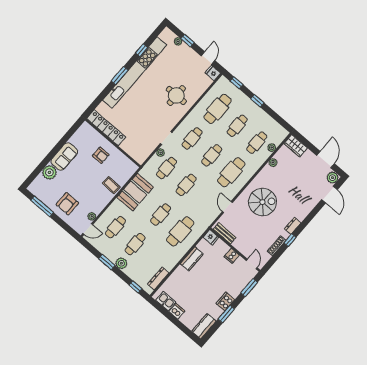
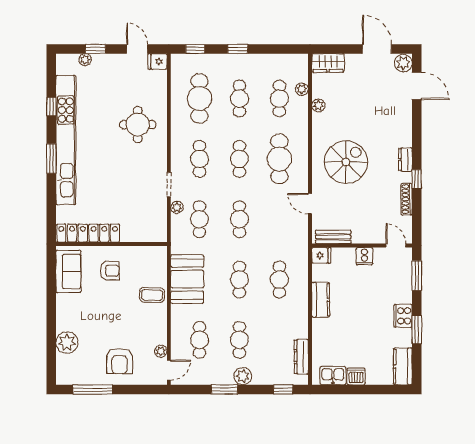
sofa: (64, 156) -> (68, 271), moved
cafe table: (180, 231) -> (279, 280), width x0.73, depth x0.74

